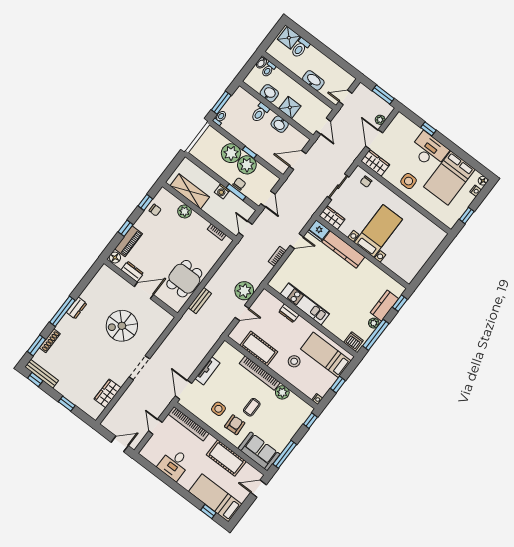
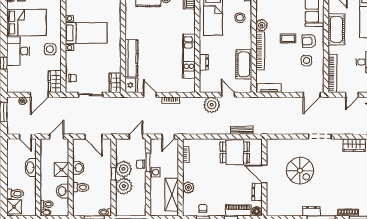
bed with nightstands: (378, 231) -> (86, 33), moved, turned 180
stool: (294, 361) -> (240, 18), moved
tv unit: (208, 371) -> (269, 88), moved

